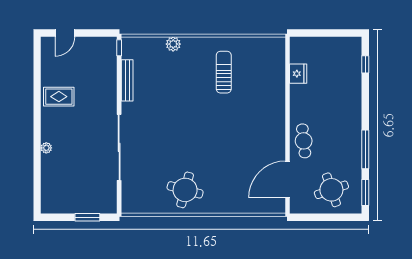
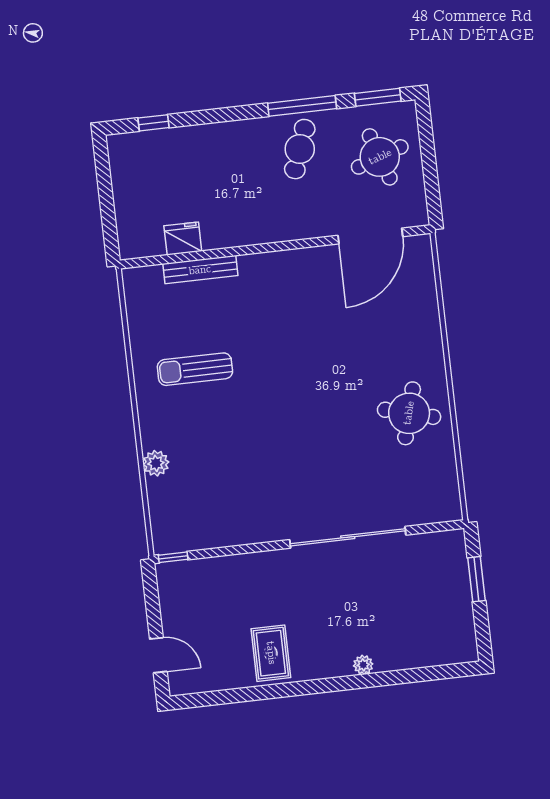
bench: (127, 80) -> (200, 270), moved
cafe table: (304, 141) -> (300, 149), moved, turned -64
door: (287, 179) -> (370, 236), hinge flipped

